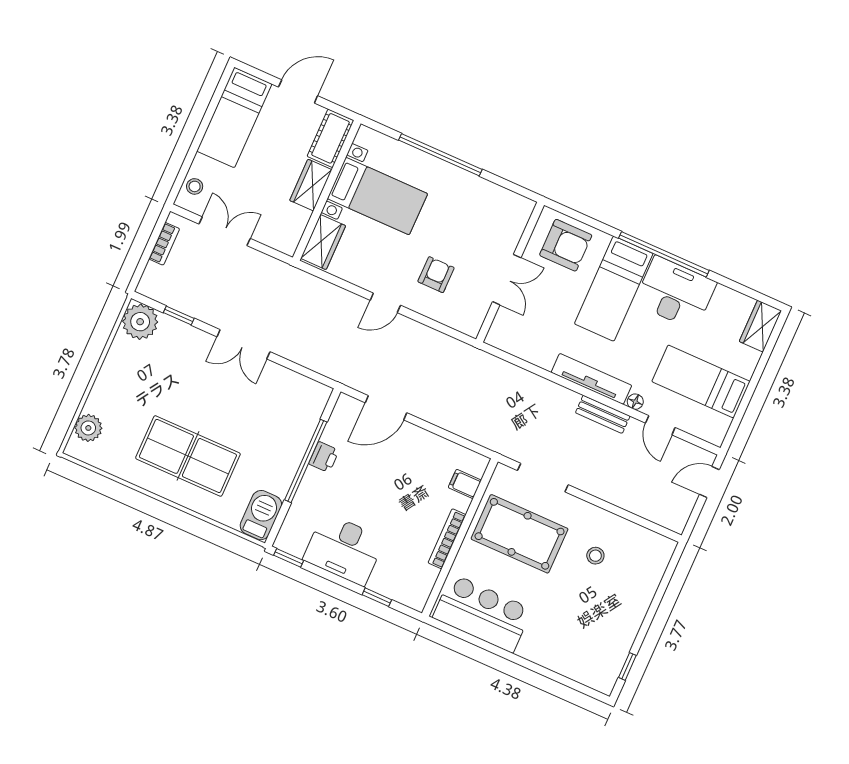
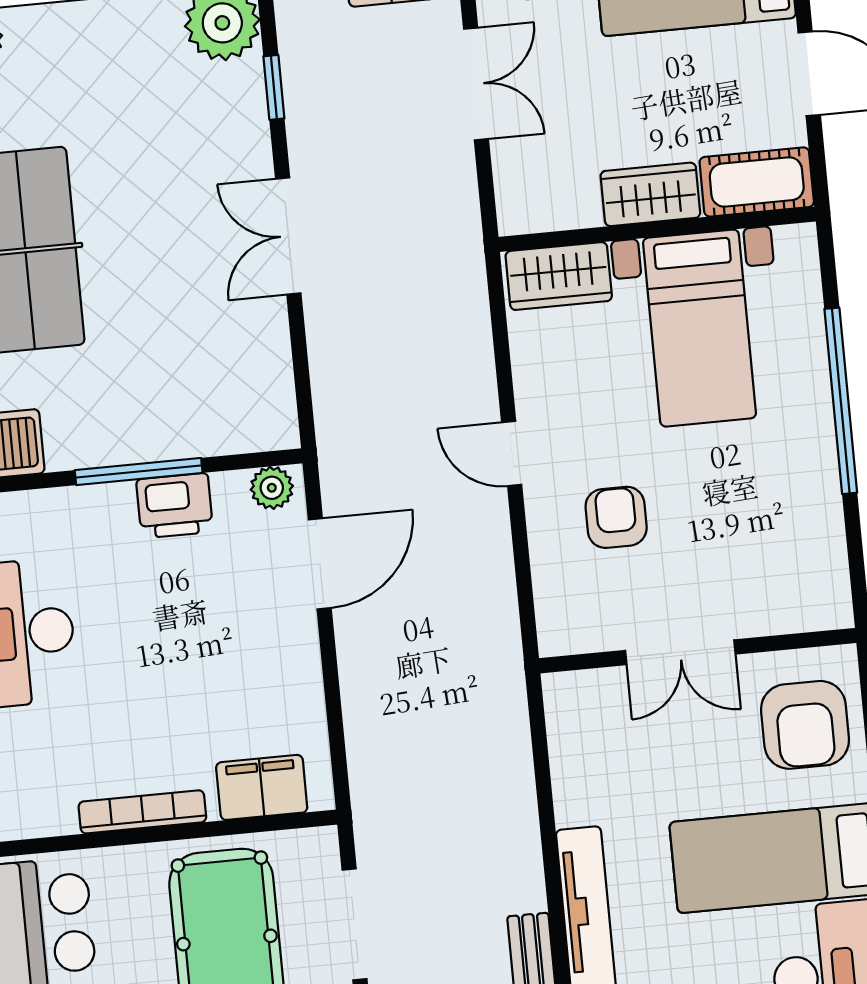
armchair: (436, 275) -> (616, 517), turned -90
door: (386, 408) -> (320, 564), swing flipped
plant: (343, 410) -> (272, 488), added
printer: (324, 457) -> (175, 506), width x1.36, depth x1.24
window: (306, 461) -> (139, 472), width x0.68
filing cabinet: (465, 484) -> (262, 787), width x2.00

